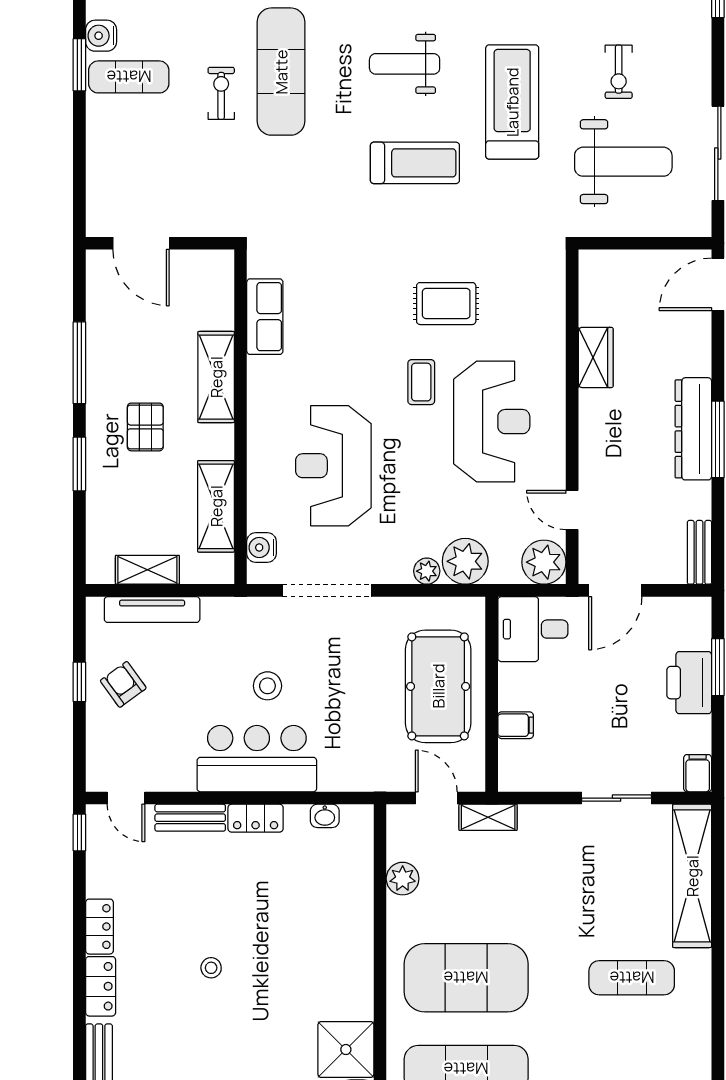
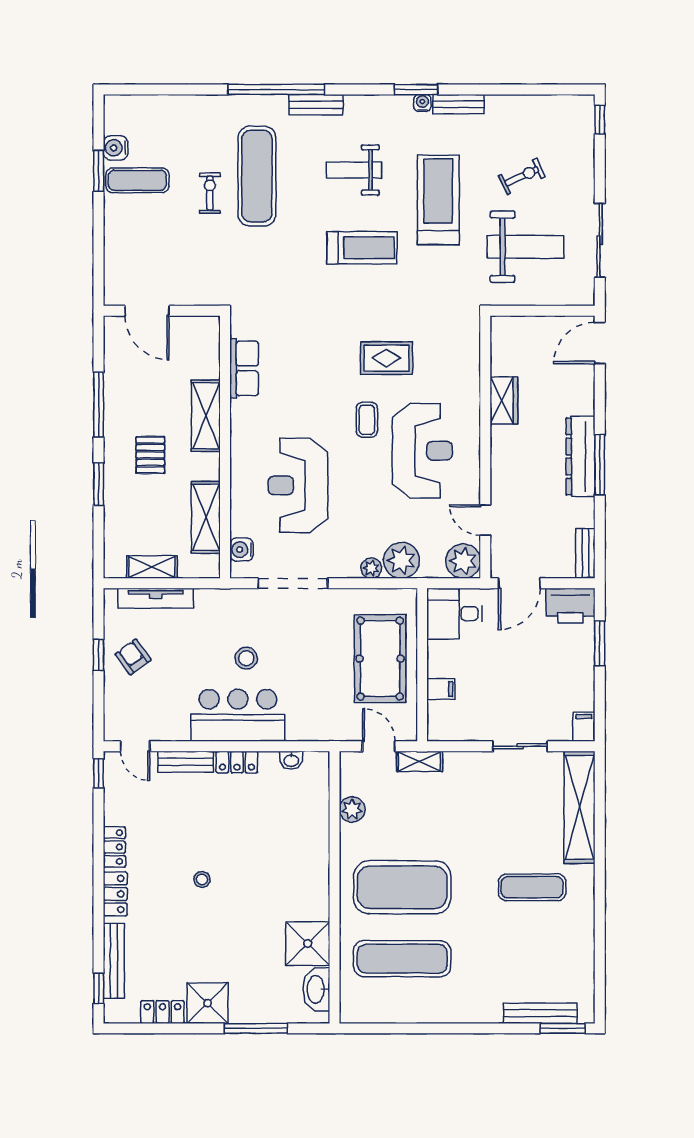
exercise bike: (619, 72) -> (522, 176), turned -115
printer: (689, 683) -> (570, 606), moved, turned -90

